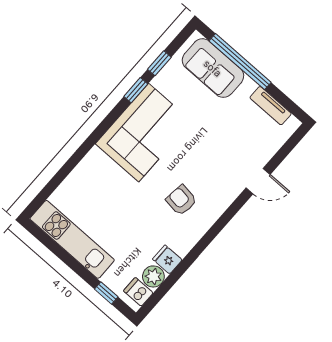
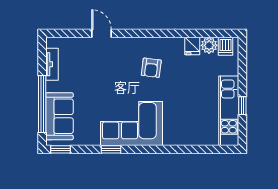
window: (159, 63) -> (61, 149), moved
window: (106, 293) -> (242, 106), moved

